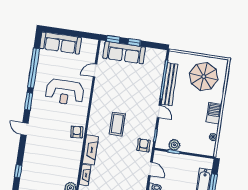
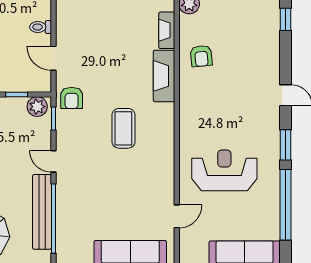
armchair: (77, 132) -> (201, 56), moved
plant: (174, 145) -> (37, 107), moved

